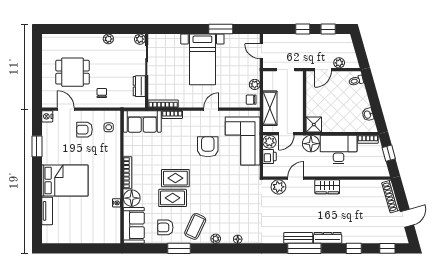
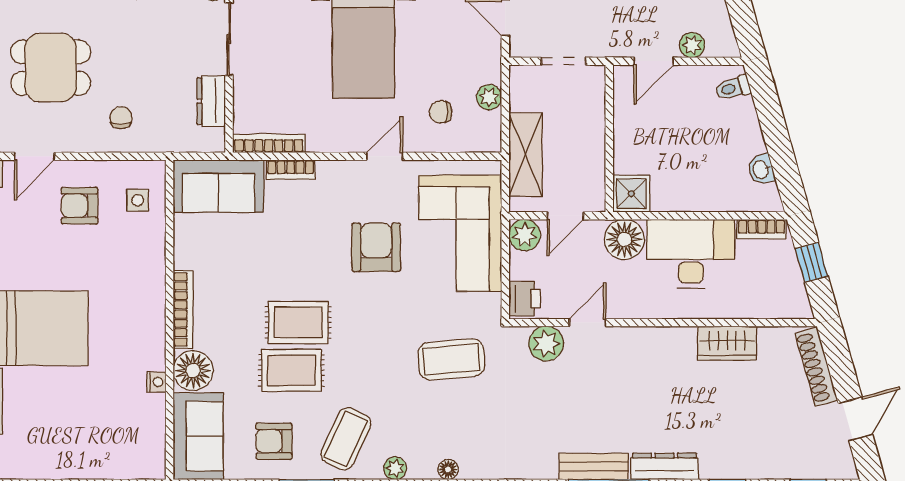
chair: (251, 100) -> (441, 112), moved
door: (66, 109) -> (34, 156), swing flipped
printer: (269, 157) -> (525, 299), moved
wardrobe: (327, 187) -> (727, 343), moved
coffee table: (239, 193) -> (451, 359), added

